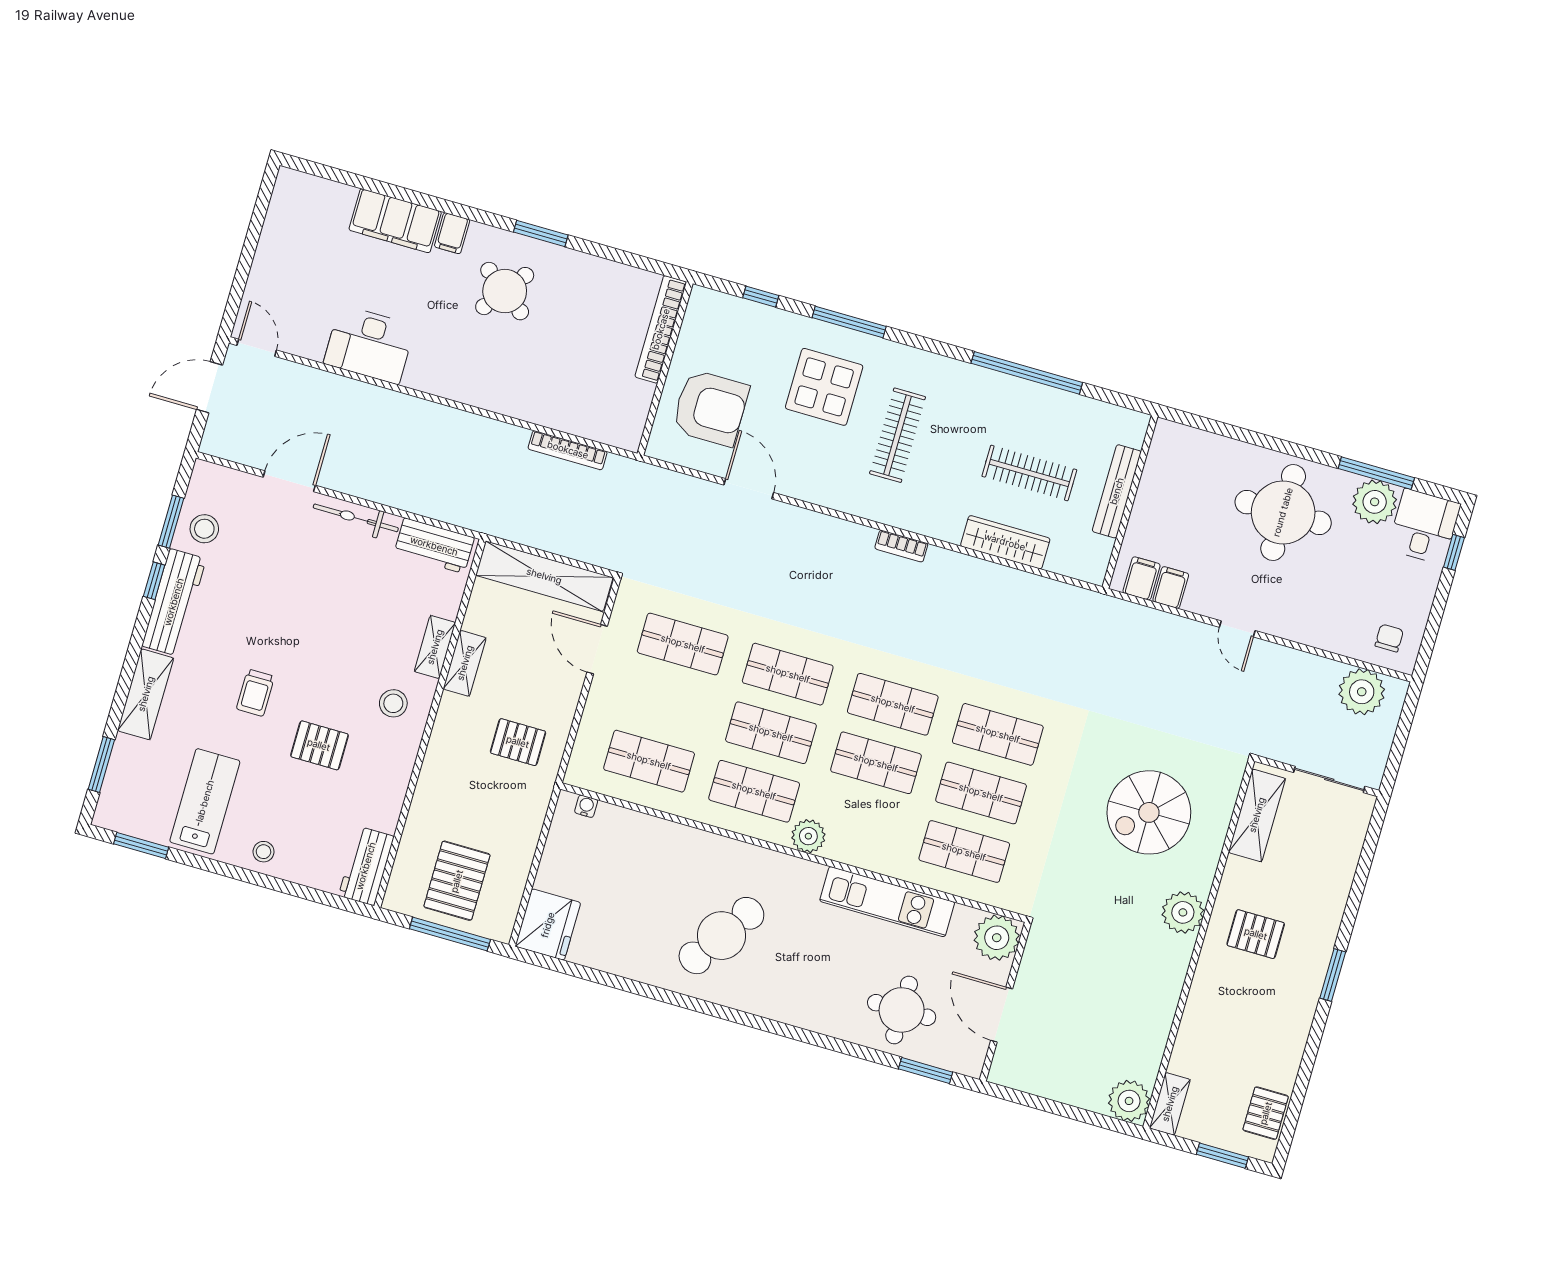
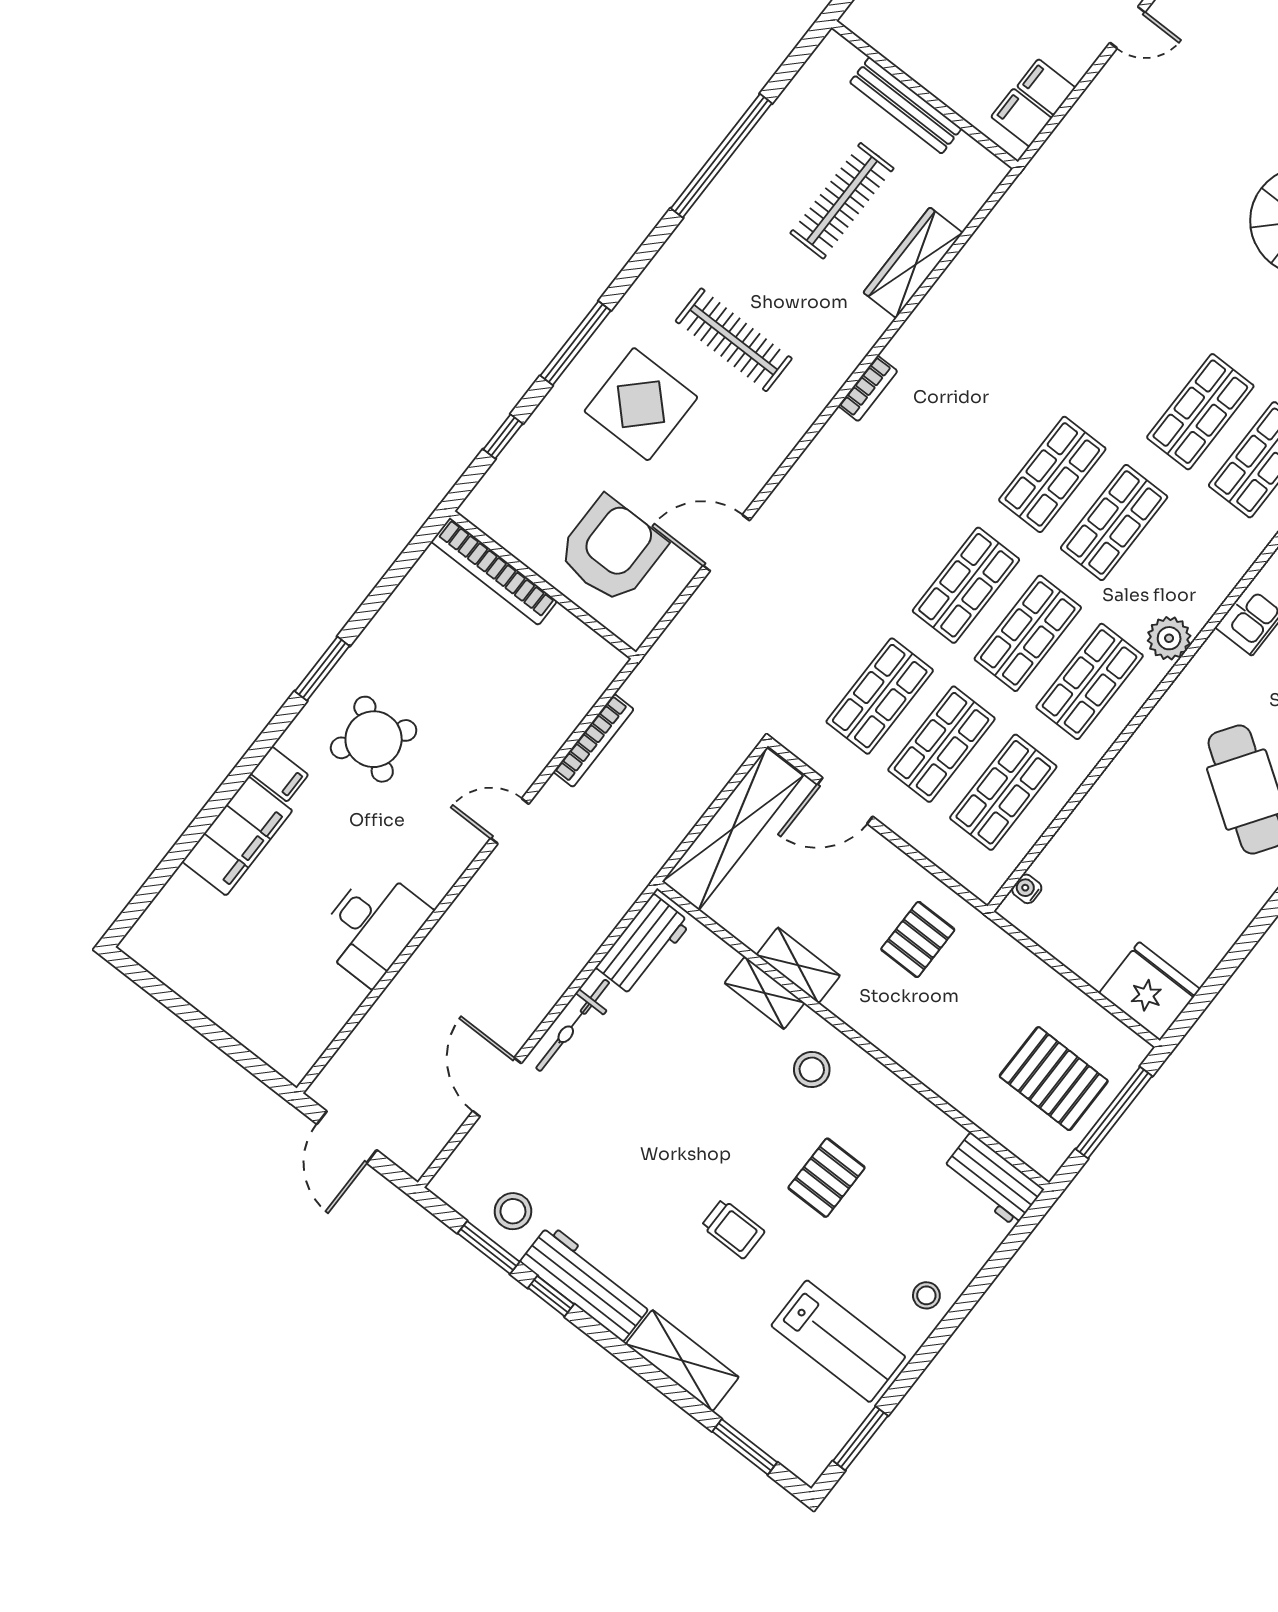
door: (257, 348) -> (510, 821), moved
shop shelf: (998, 734) -> (941, 744), moved
lab bench: (205, 801) -> (838, 1341), turned 180

